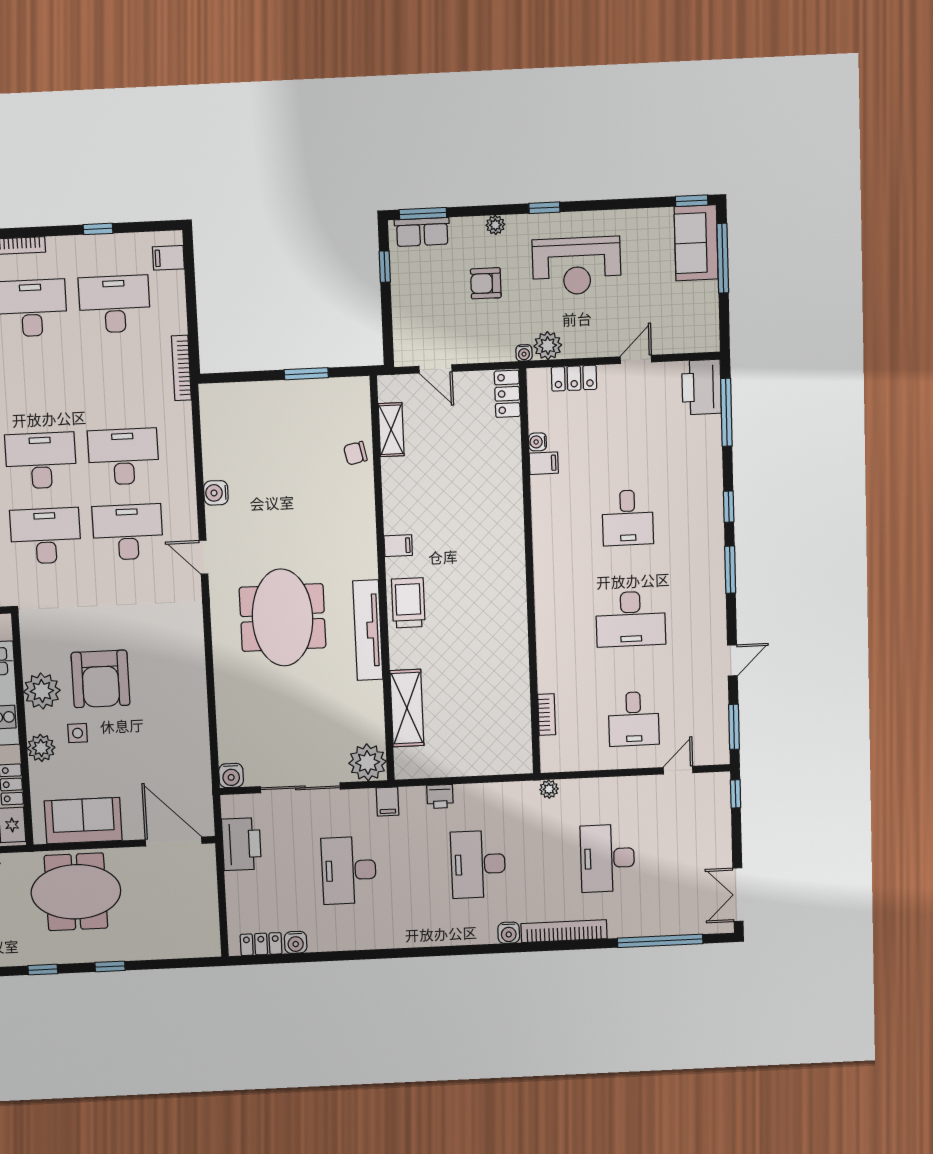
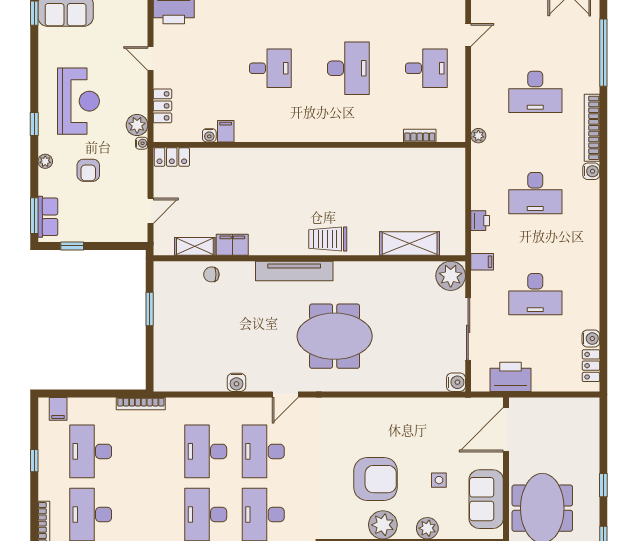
chair: (355, 453) -> (211, 274), turned 102
filing cabinet: (398, 546) -> (232, 245), moved, width x2.00
tv unit: (368, 630) -> (294, 271), moved
side table: (78, 733) -> (439, 480), moved
door: (678, 770) -> (468, 35), swing flipped

